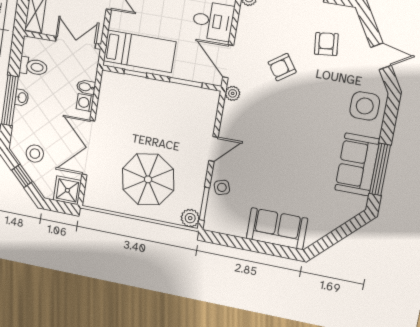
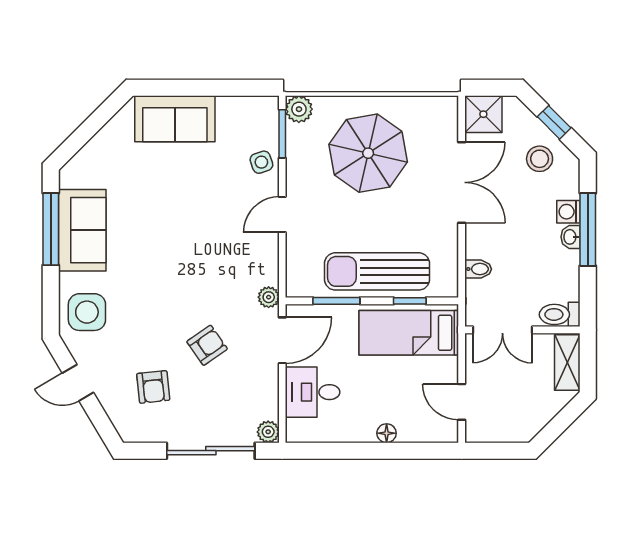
door: (228, 61) -> (282, 340), hinge flipped
toilet: (33, 67) -> (560, 314), moved
sun lounger: (155, 98) -> (377, 271), added
washing machine: (85, 103) -> (568, 212), moved, turned 180

